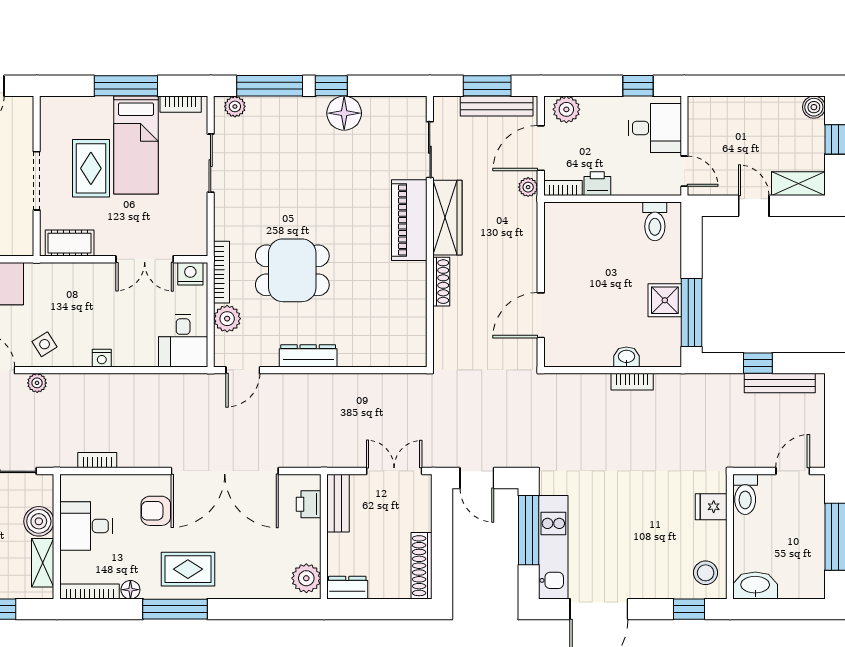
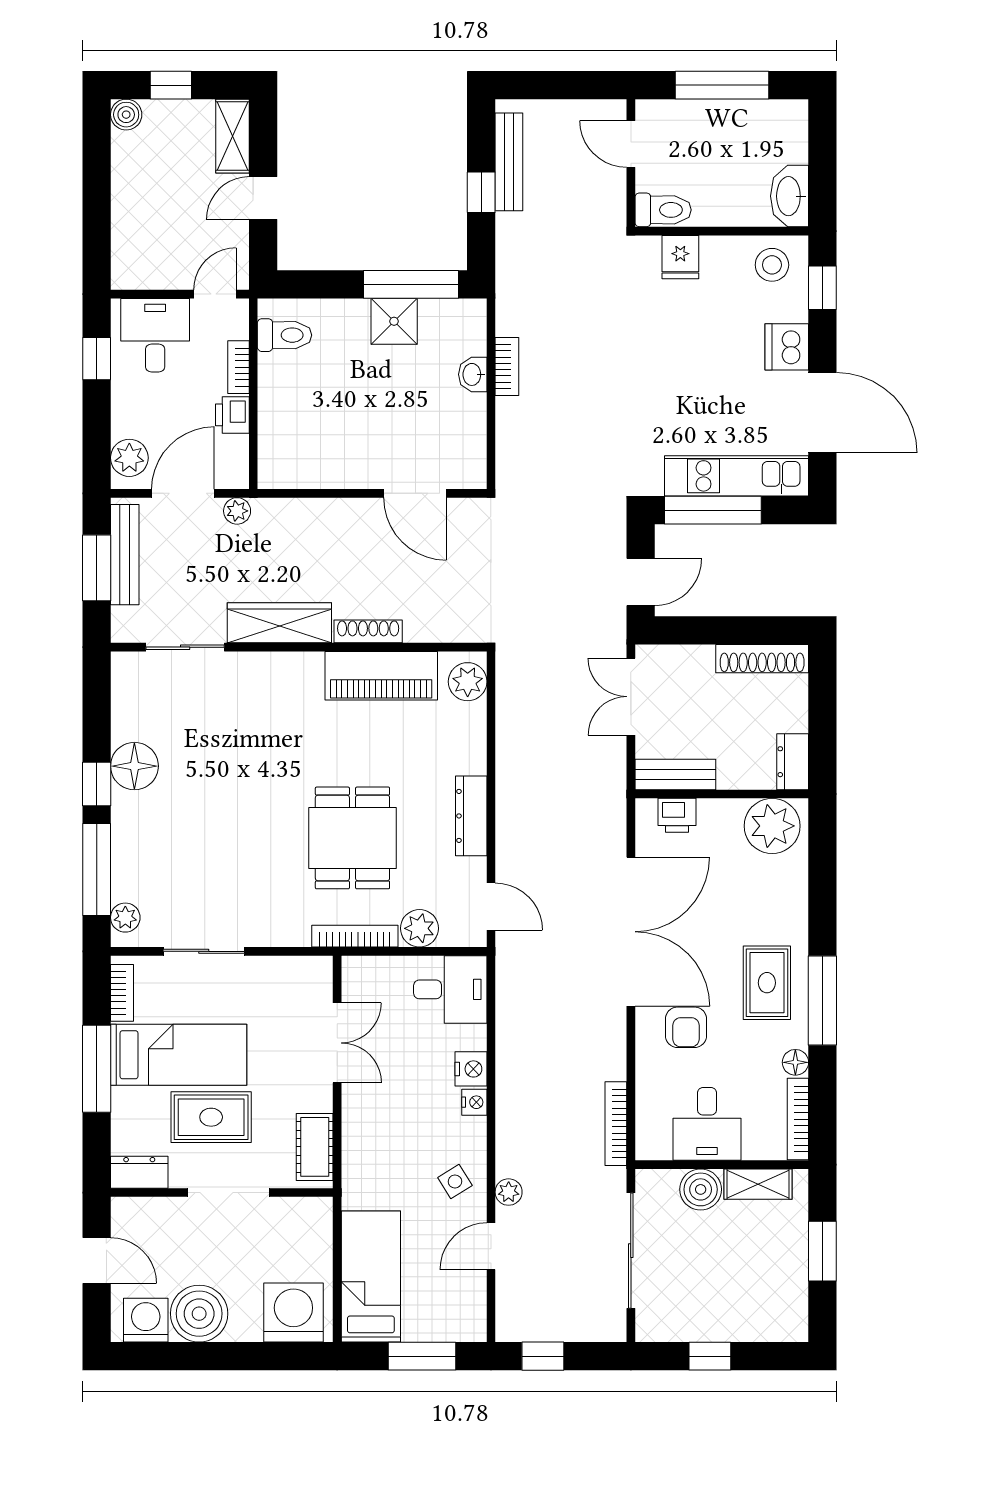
dresser: (51, 117) -> (139, 1172), added
door: (541, 148) -> (183, 493), swing flipped
bookcase: (563, 188) -> (238, 367), moved
piano: (409, 220) -> (381, 676), moved
nightstand: (190, 274) -> (471, 1069), moved, turned 180
plant: (405, 353) -> (468, 682), added
bookcase: (97, 460) -> (616, 1124), width x1.56
plant: (306, 578) -> (772, 826), width x1.36, depth x1.36
dishwasher: (646, 583) -> (787, 347), added

